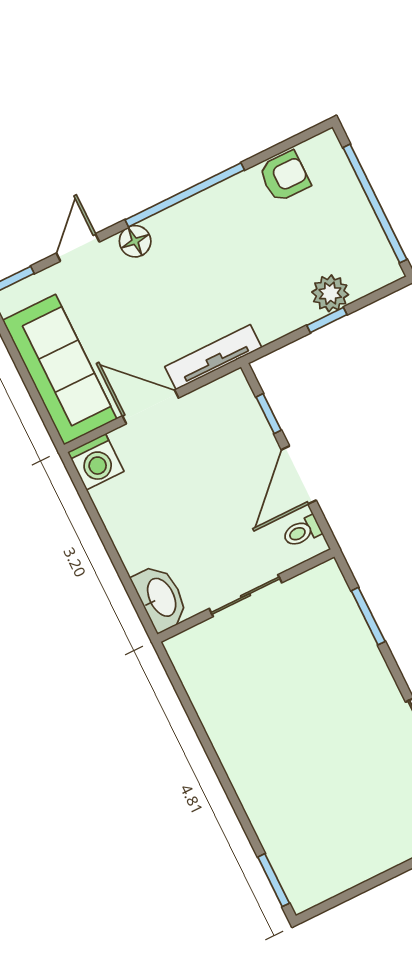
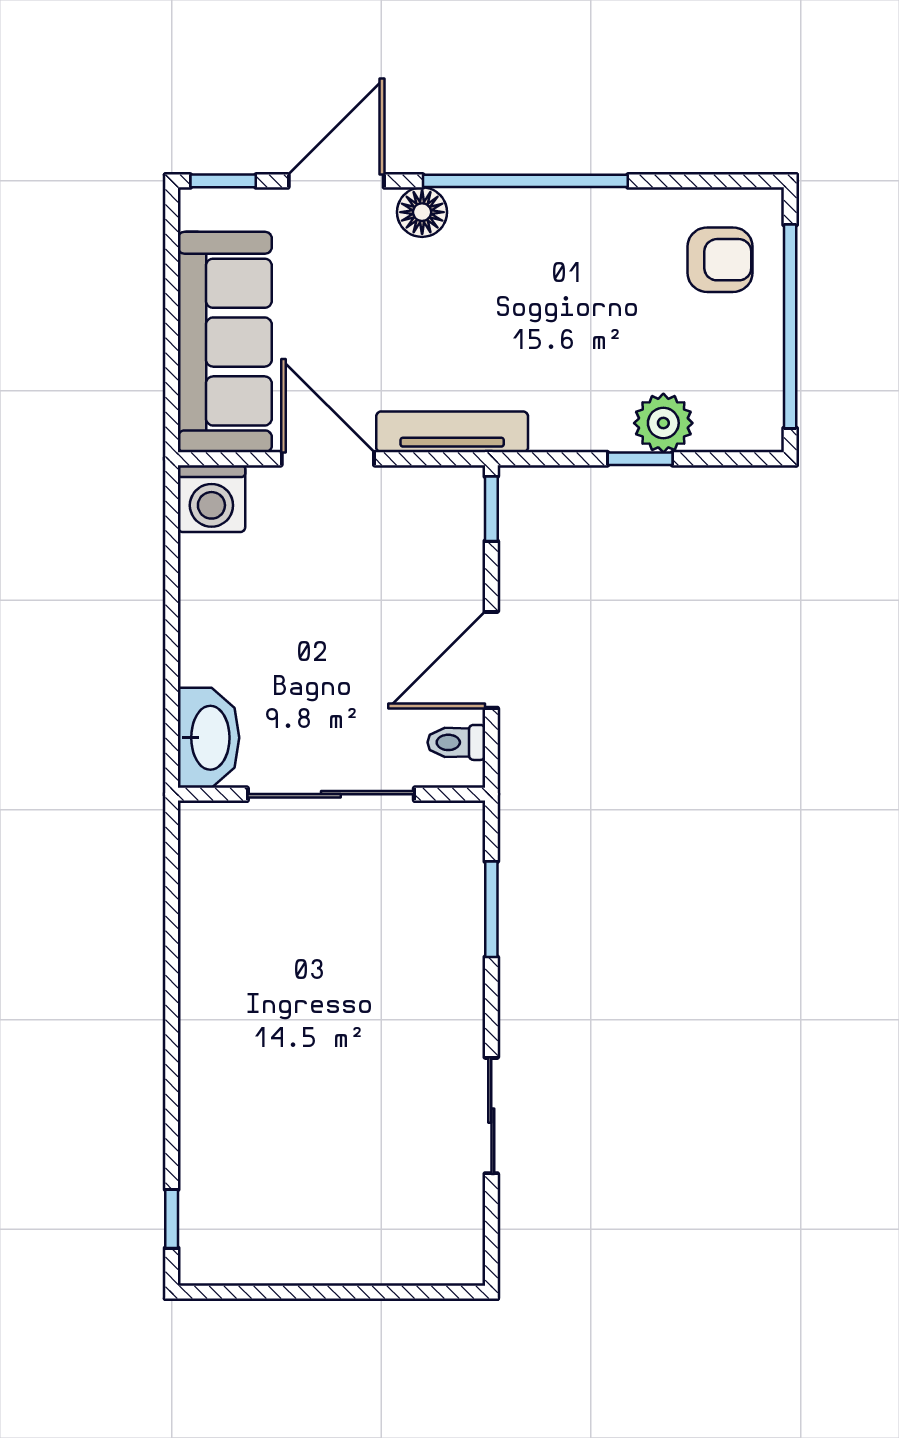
armchair: (285, 176) -> (720, 260), moved
door: (78, 247) -> (336, 181), width x1.38
window: (269, 414) -> (491, 509), moved
sliding door: (245, 596) -> (331, 794), width x1.37
window: (274, 880) -> (172, 1219), width x0.67

